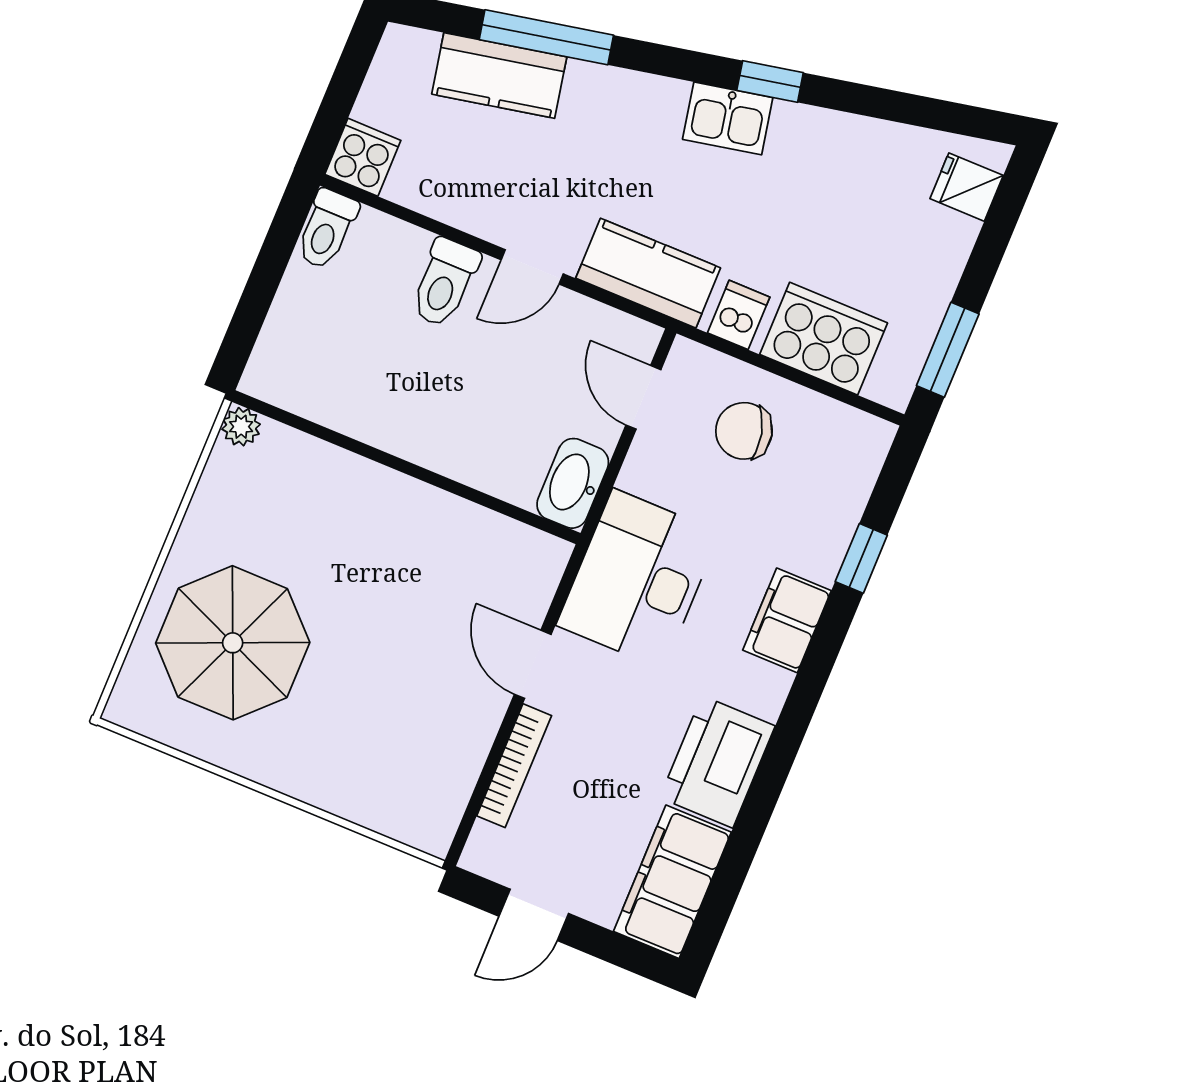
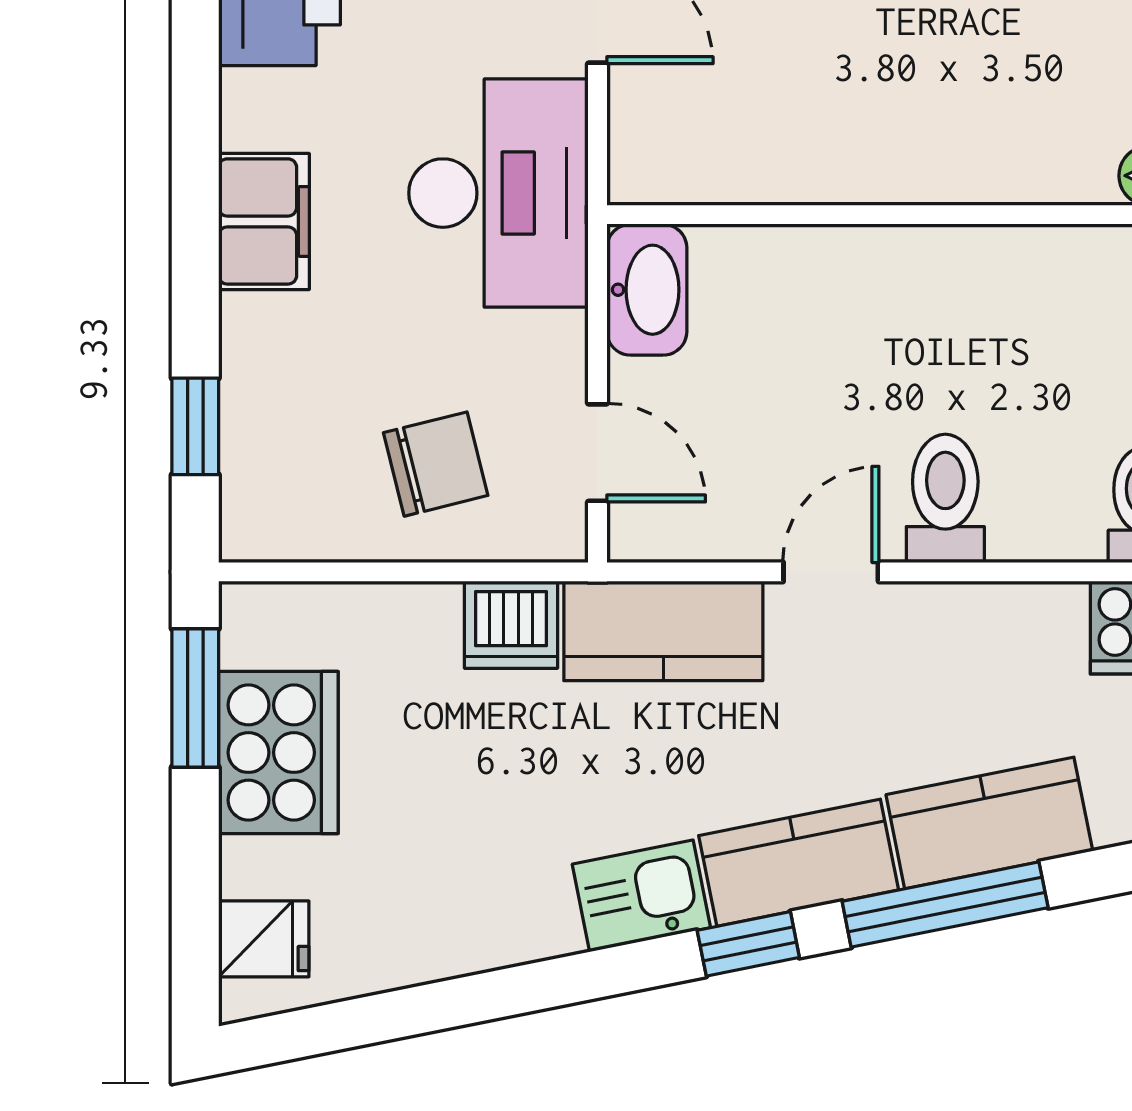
window: (770, 81) -> (748, 944), moved
kitchen counter: (624, 99) -> (799, 863), added
dishwasher: (739, 315) -> (511, 625), width x1.38
cooker: (824, 339) -> (278, 753), moved, turned -90
window: (861, 558) -> (195, 426), moved

